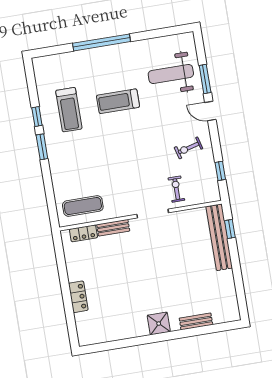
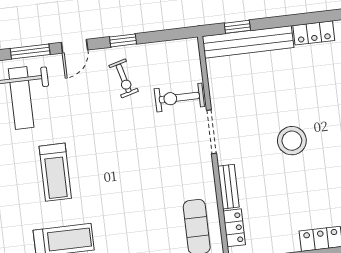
window: (220, 171) -> (123, 40), moved
exercise bike: (176, 189) -> (179, 98), width x1.38, depth x1.39
stool: (149, 272) -> (292, 141), added
locker: (228, 285) -> (314, 33), added

